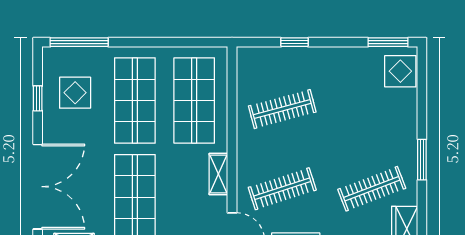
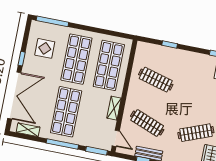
window: (38, 98) -> (22, 59), moved
clothes rail: (282, 109) -> (156, 80), turned 30
clothes rail: (282, 189) -> (147, 123), turned 39

